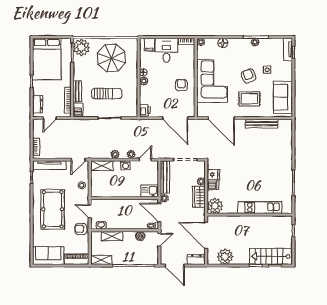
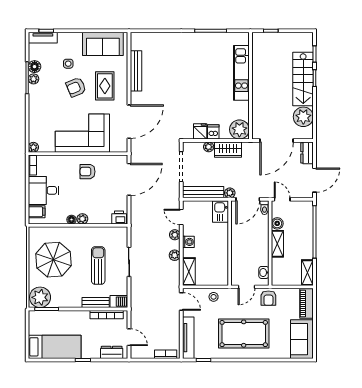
floor lamp: (223, 43) -> (35, 67), moved
bed: (47, 59) -> (55, 347), width x0.67
shelving: (112, 236) -> (277, 244), moved
stairs: (271, 256) -> (303, 79), moved

